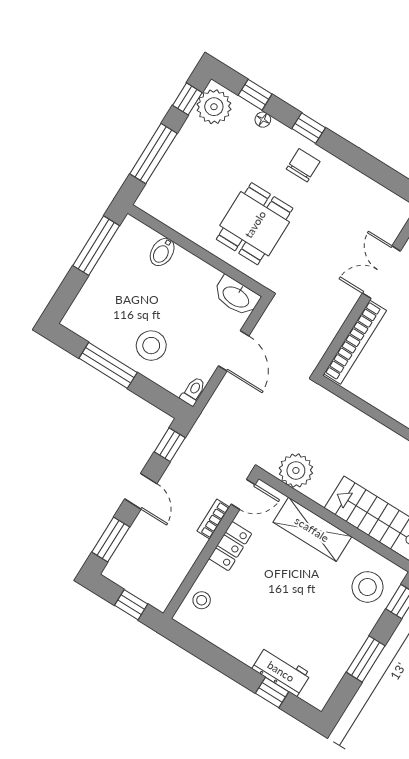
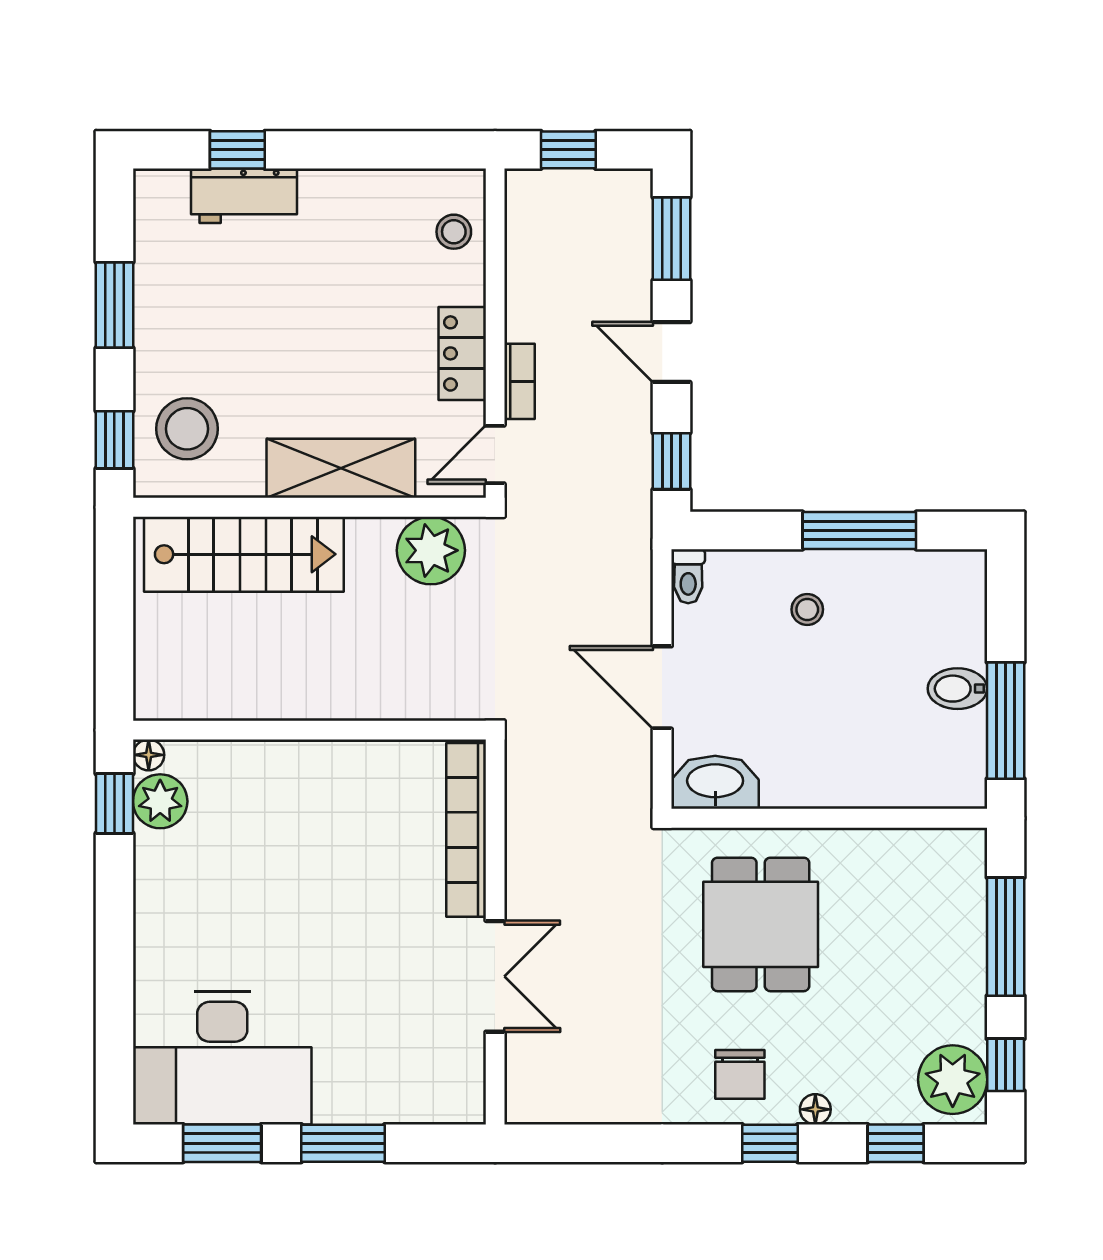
floor lamp: (263, 120) -> (815, 1109), moved
bidet: (162, 252) -> (957, 689), moved, turned -90
stool: (151, 346) -> (807, 609), width x0.53, depth x0.53

